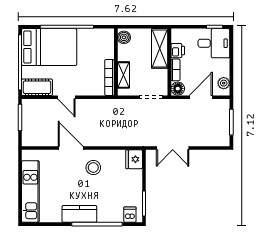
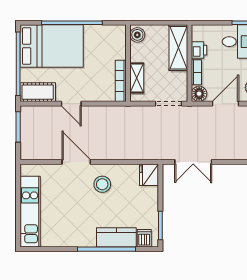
kitchen counter: (79, 214) -> (116, 237), moved

